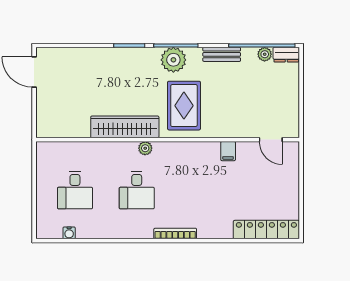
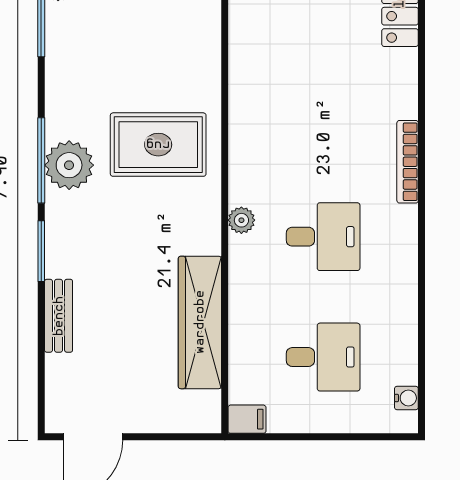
bench: (222, 54) -> (59, 316), moved
wardrobe: (125, 127) -> (200, 322), moved
filing cabinet: (228, 151) -> (247, 419), moved
water cooler: (69, 233) -> (406, 398), moved

